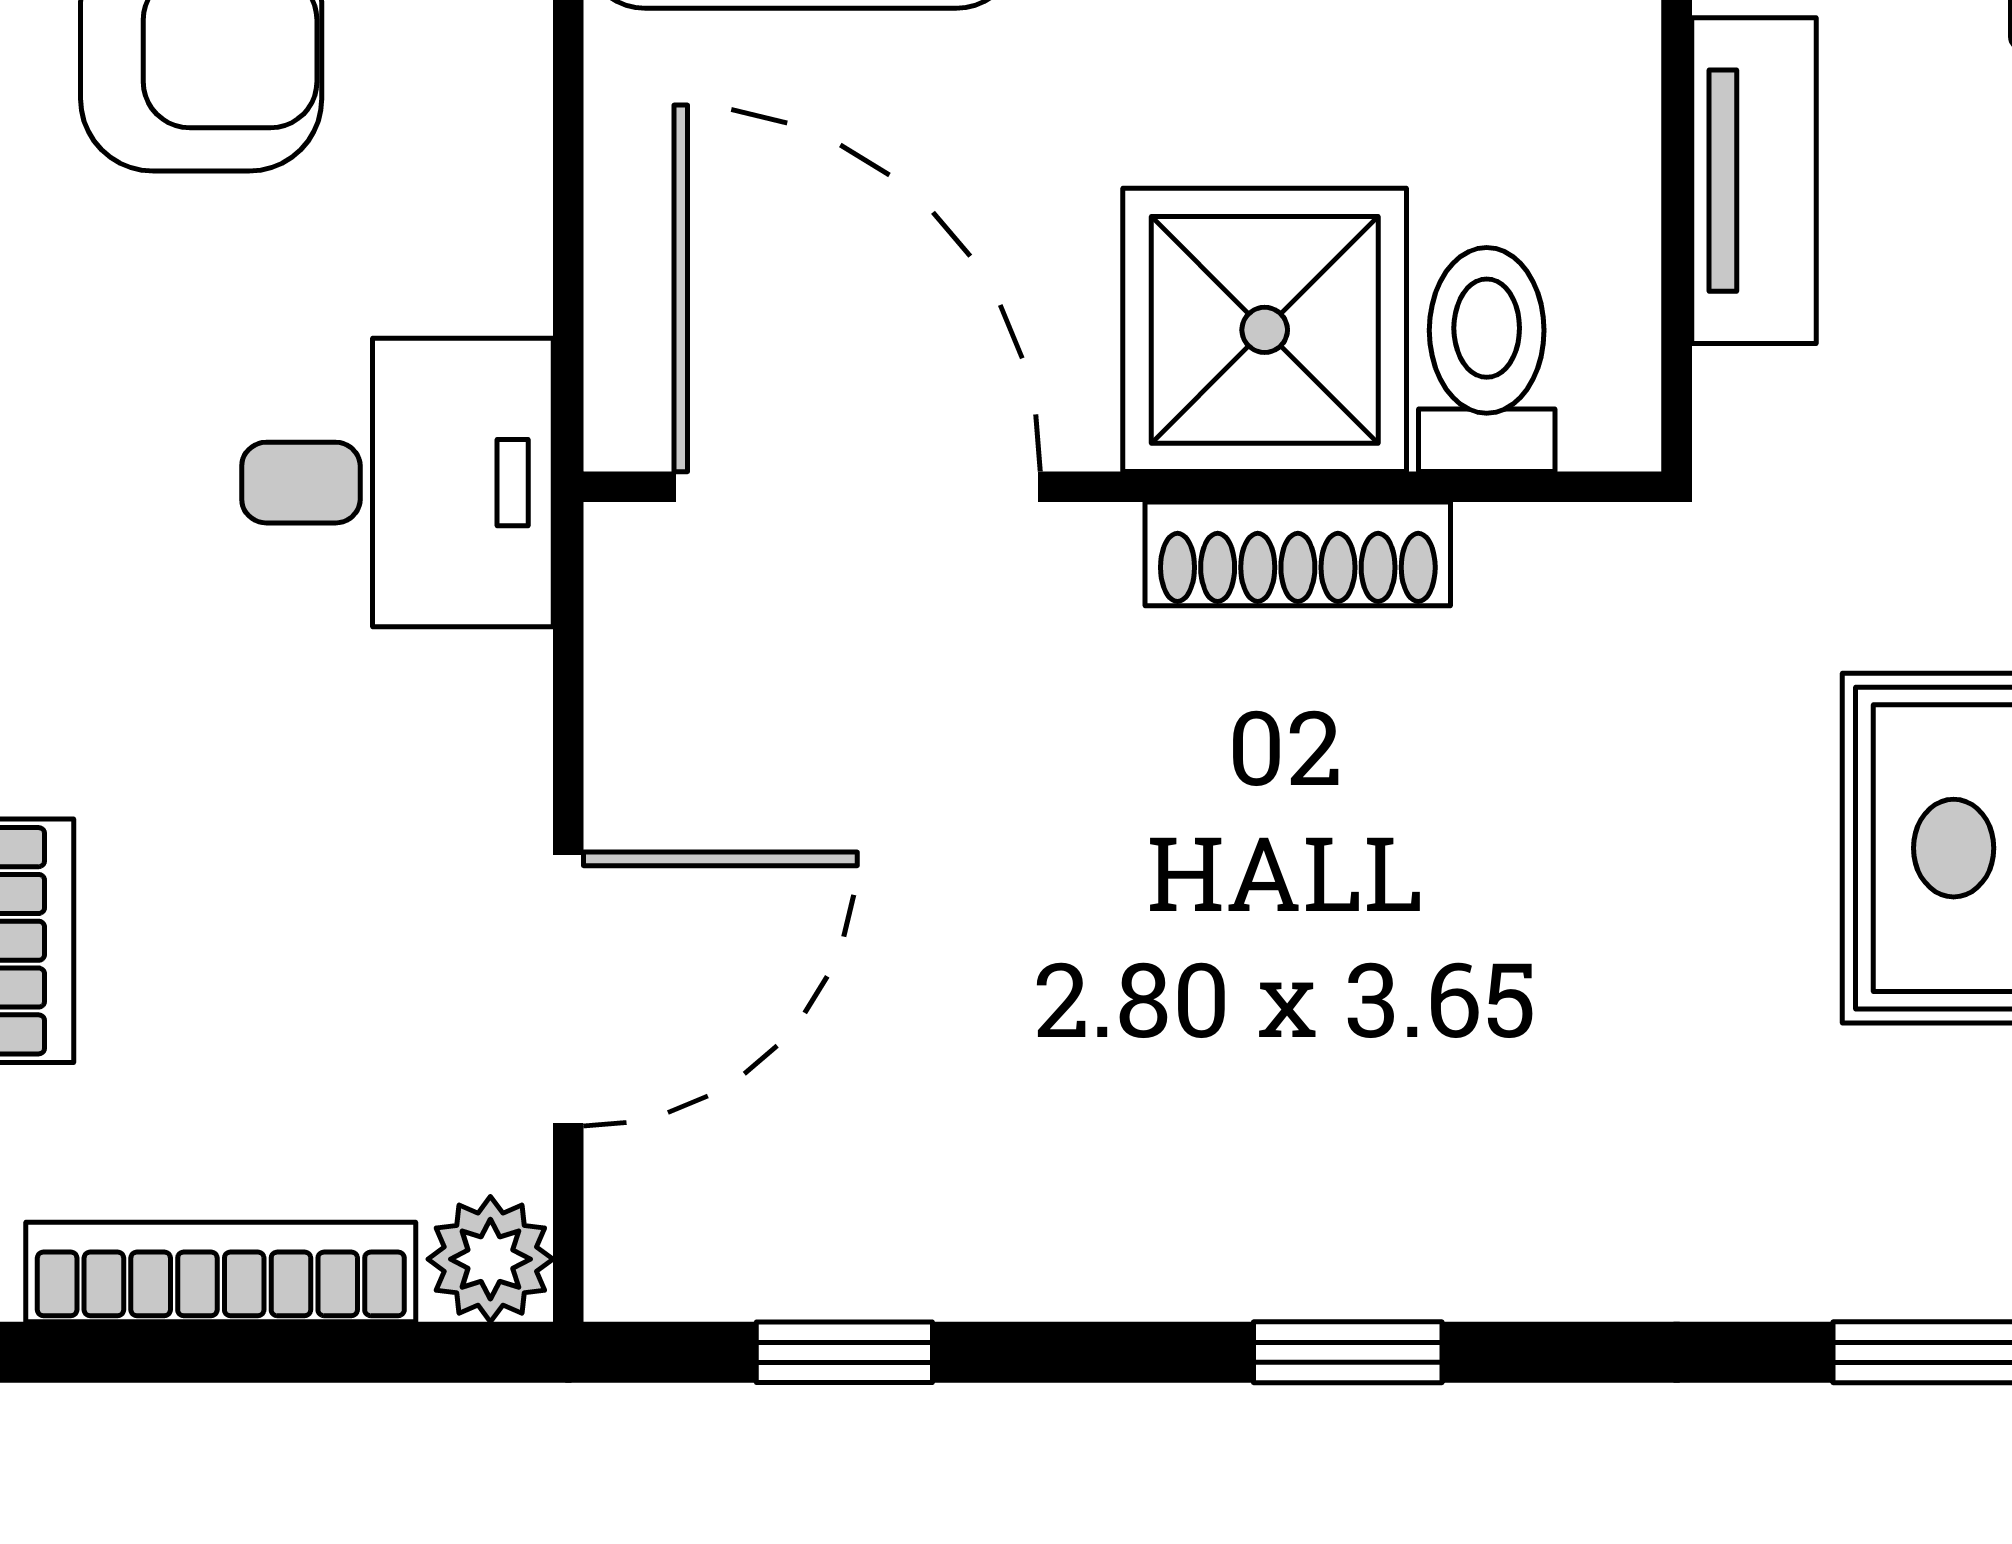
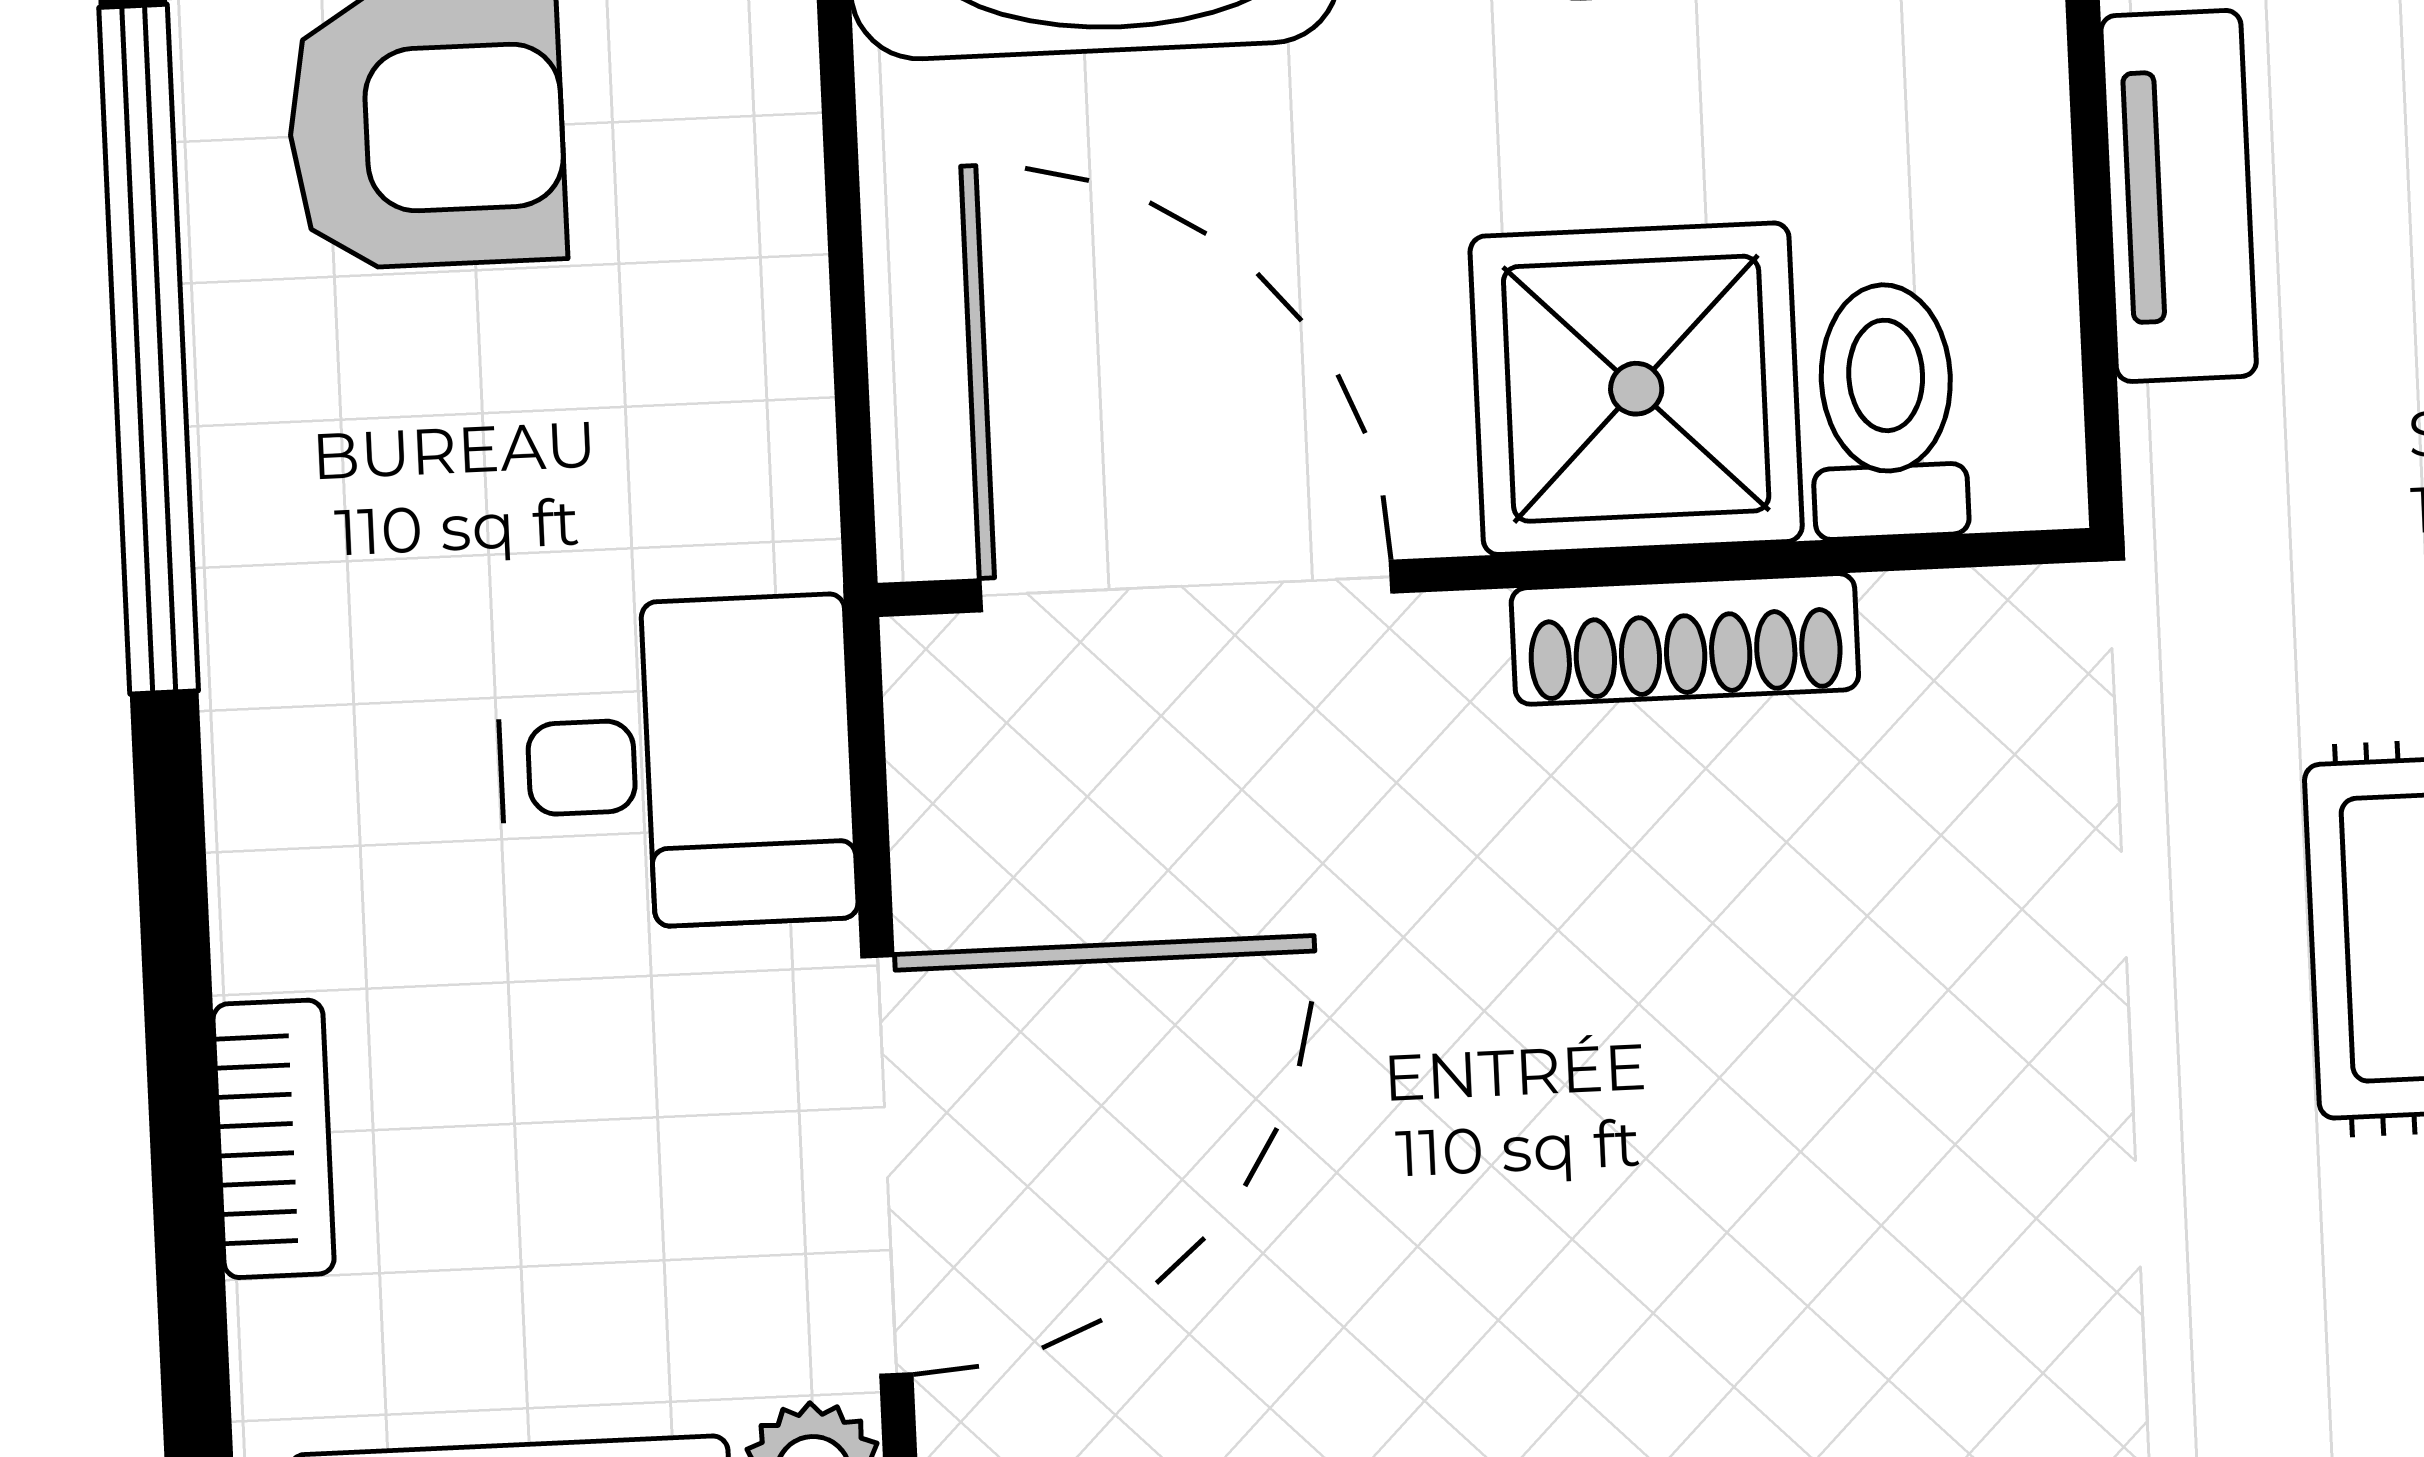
desk: (397, 483) -> (676, 763), moved
door: (568, 989) -> (887, 1165), width x1.36

